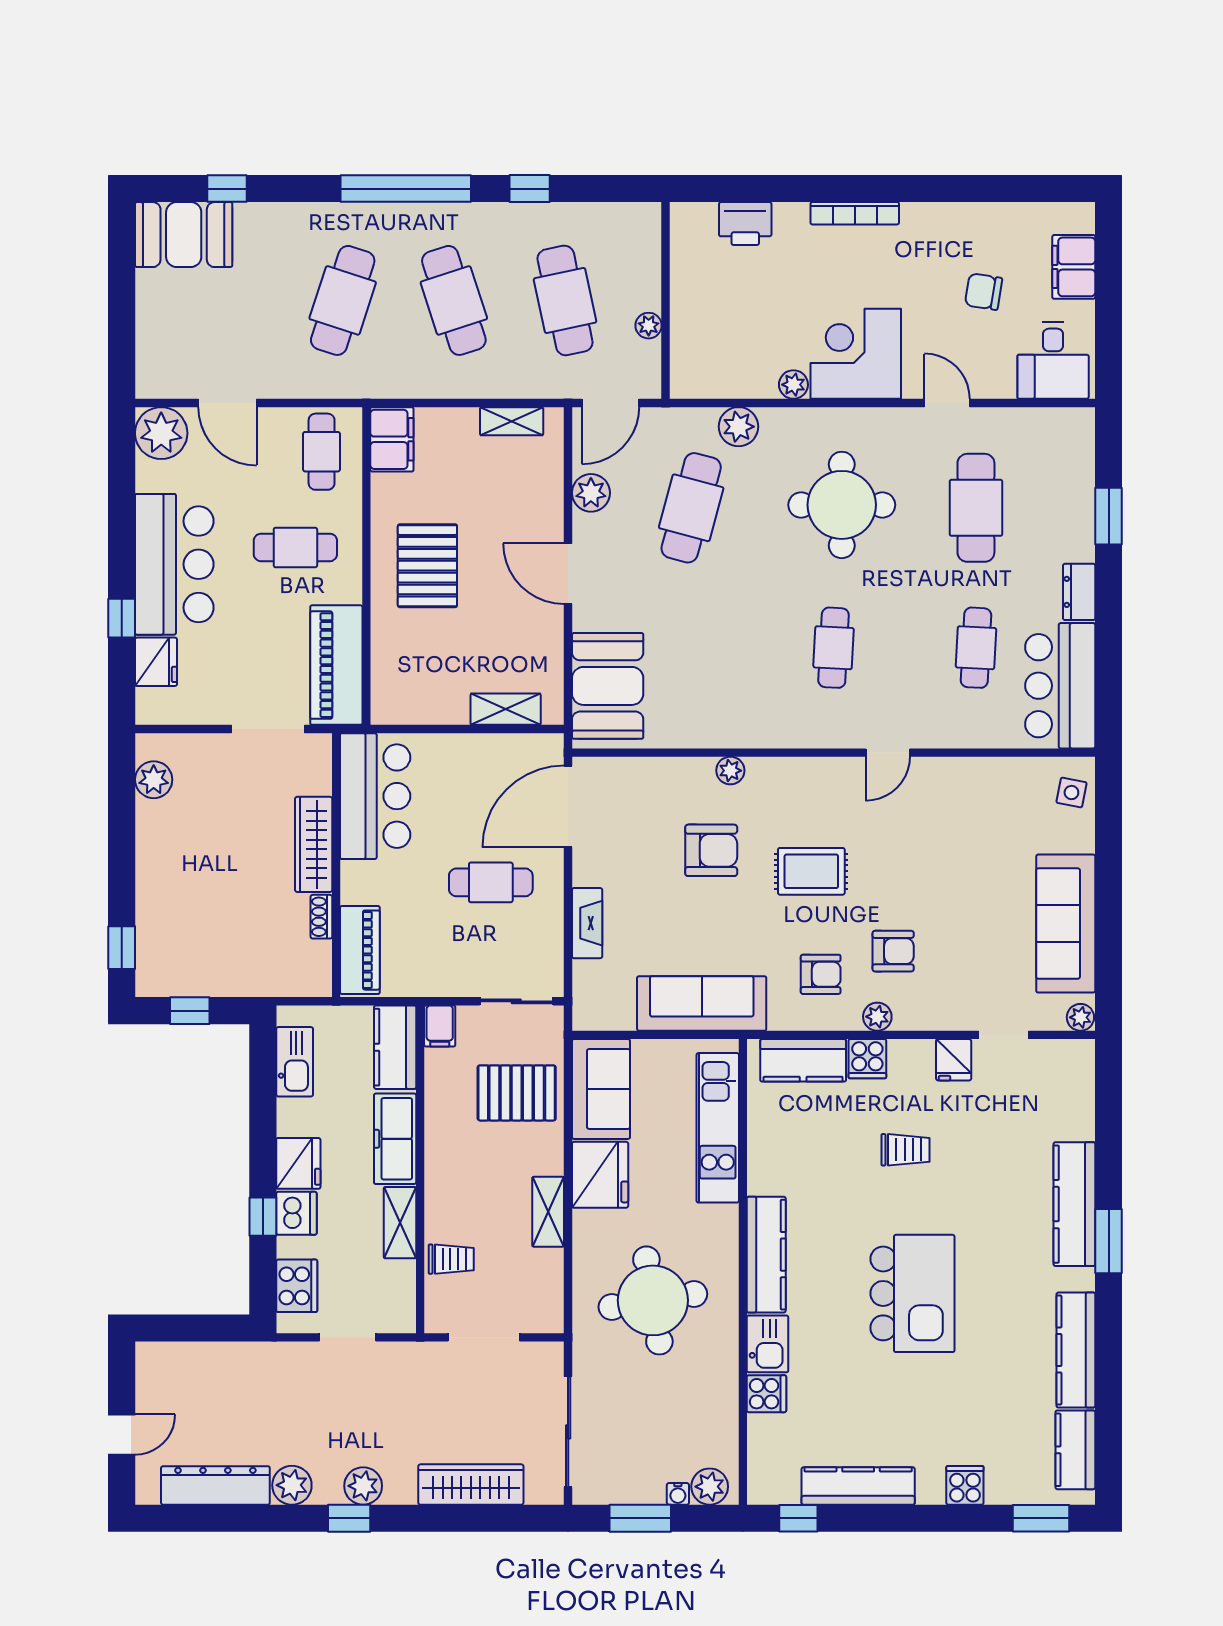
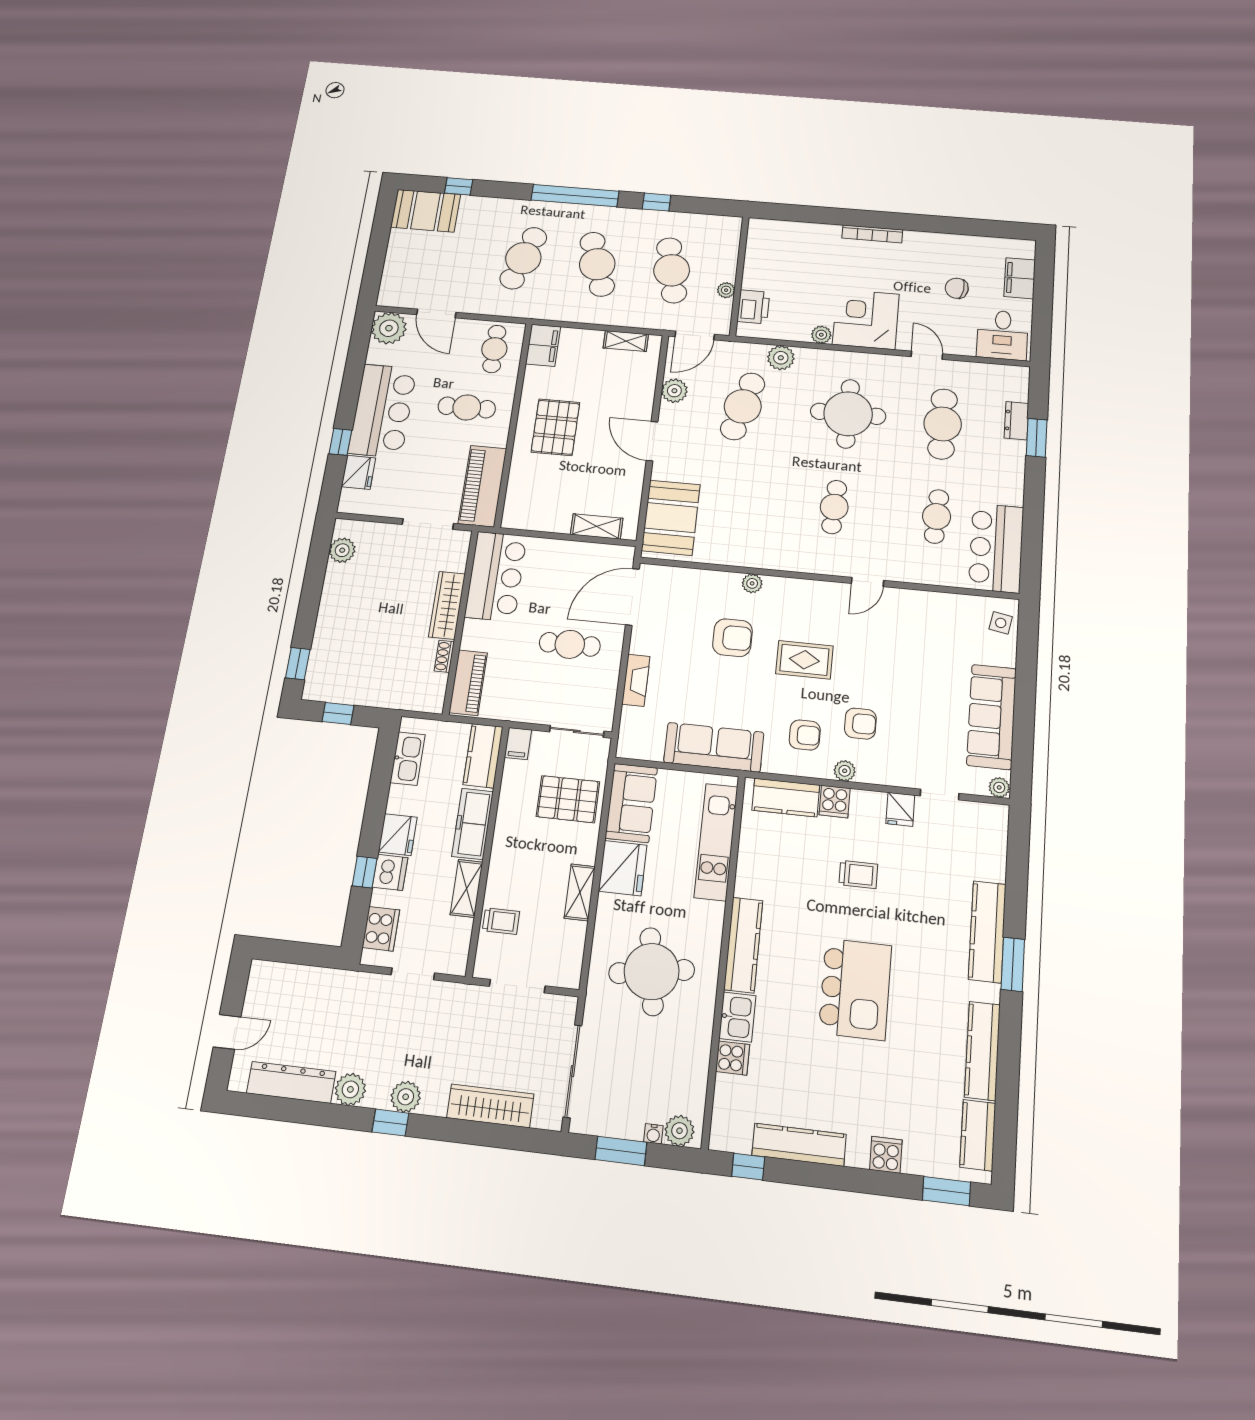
printer: (745, 224) -> (753, 307), moved, turned -90
dresser: (1079, 592) -> (1016, 421), moved

